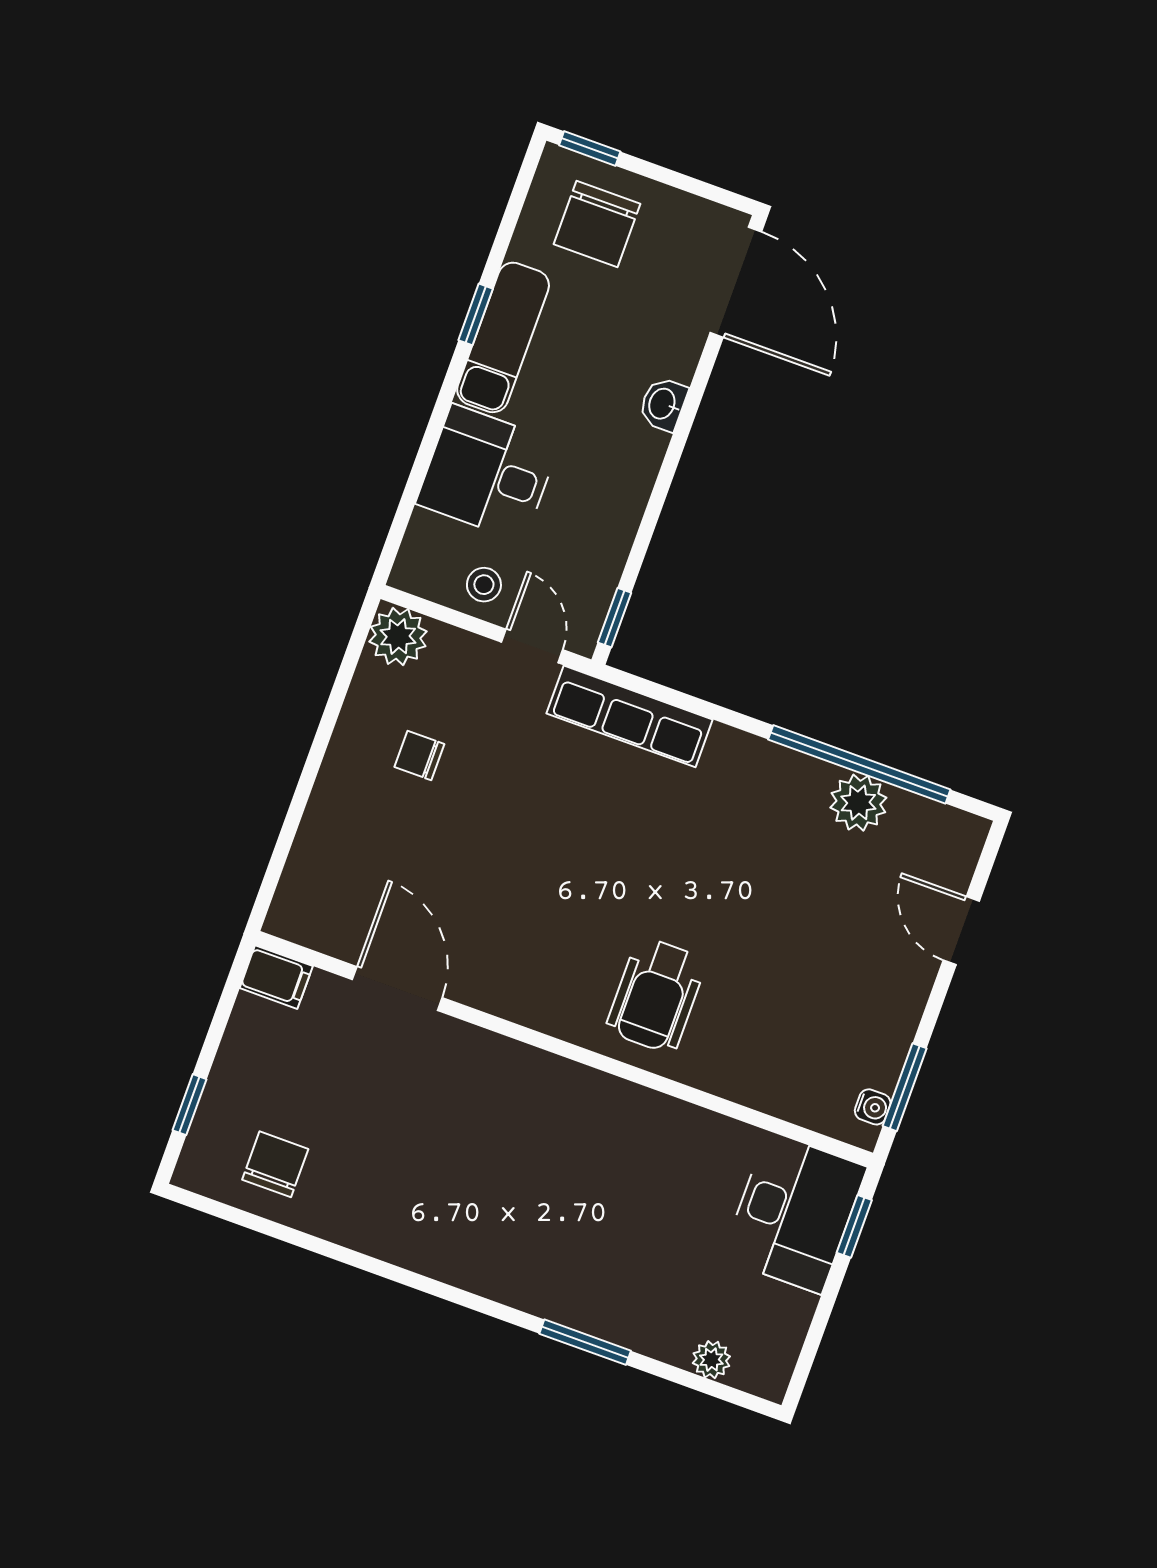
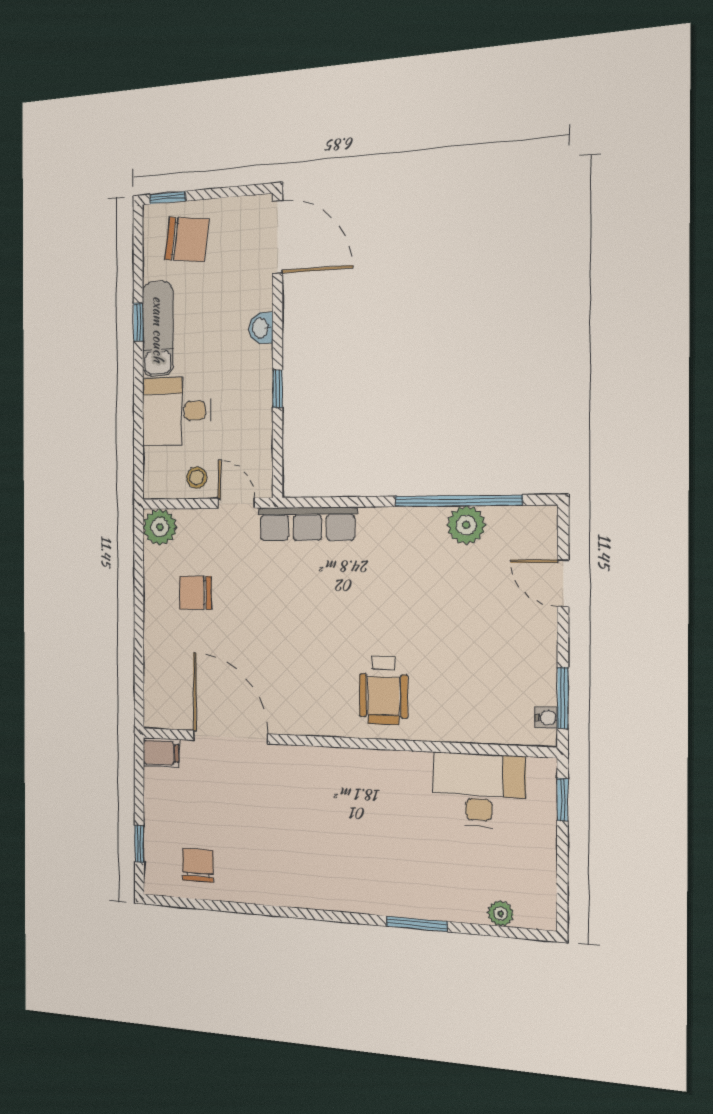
chair: (597, 224) -> (187, 239), turned -83
window: (614, 618) -> (278, 389), moved
chair: (419, 755) -> (195, 593), width x1.37, depth x1.37
door: (397, 989) -> (230, 737), width x1.36
desk: (794, 1213) -> (479, 790), moved, turned -90

